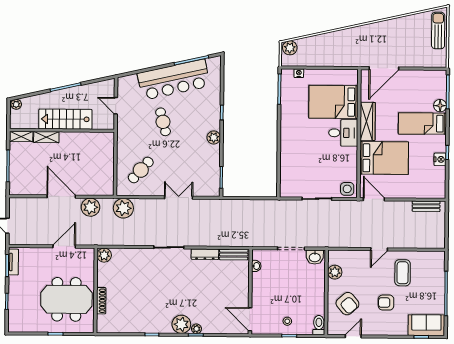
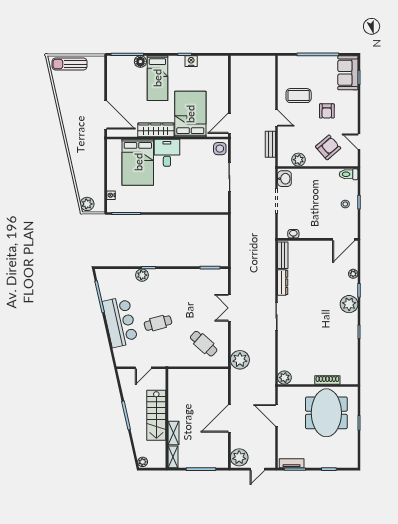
bar counter: (174, 80) -> (120, 322), width x0.73
plant: (214, 138) -> (142, 275), moved
bench: (426, 206) -> (270, 144), moved
plant: (90, 207) -> (239, 457), moved
plant: (196, 329) -> (353, 274), moved

